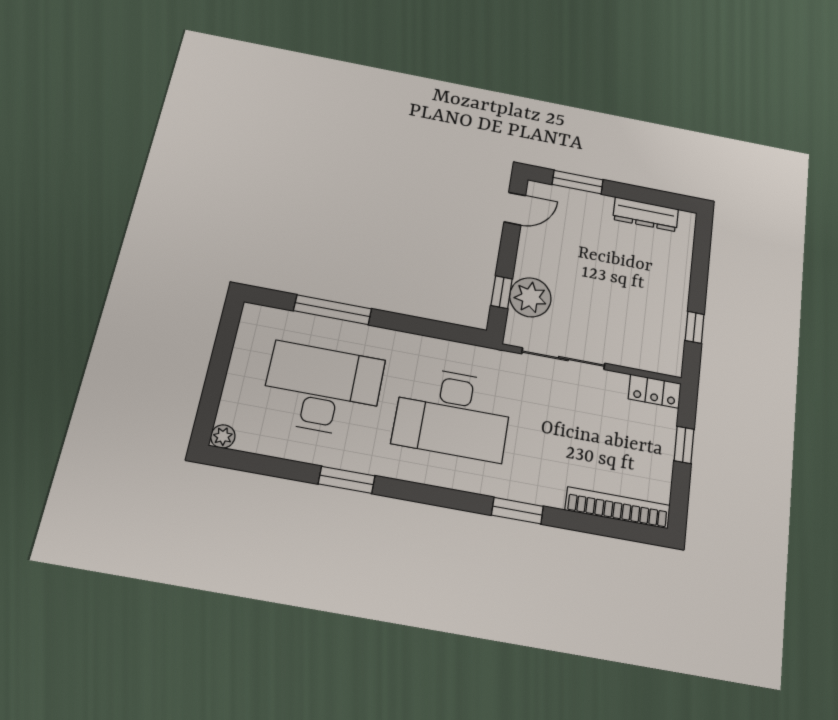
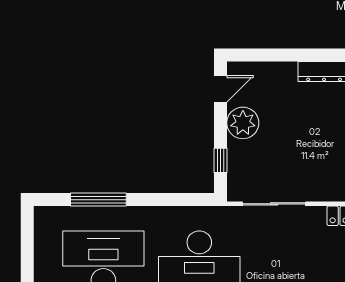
window: (578, 182) -> (267, 55), removed
plant: (530, 297) -> (243, 123), moved

